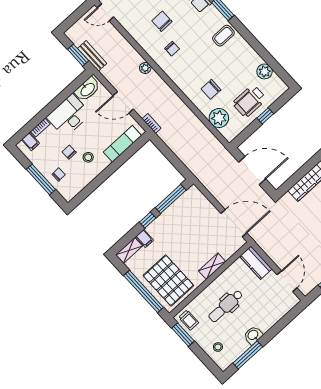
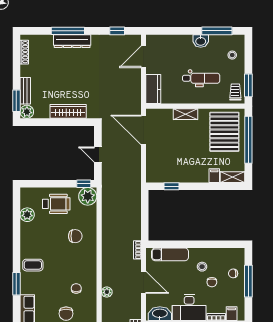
window: (265, 116) -> (84, 184), moved
plant: (219, 118) -> (88, 196), moved
door: (252, 170) -> (98, 155), width x0.53
window: (171, 199) -> (172, 186), width x0.46
window: (148, 220) -> (201, 186), removed

